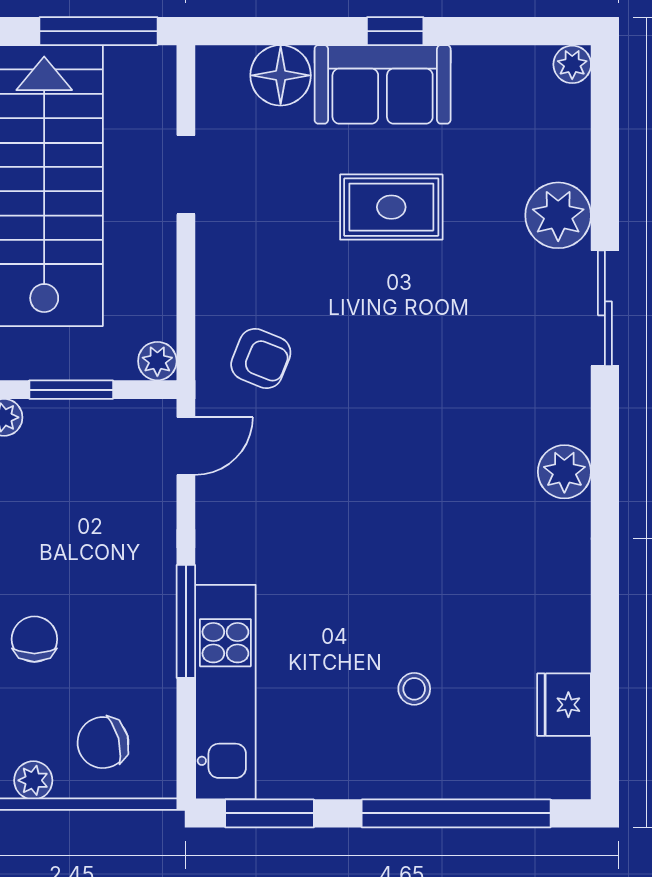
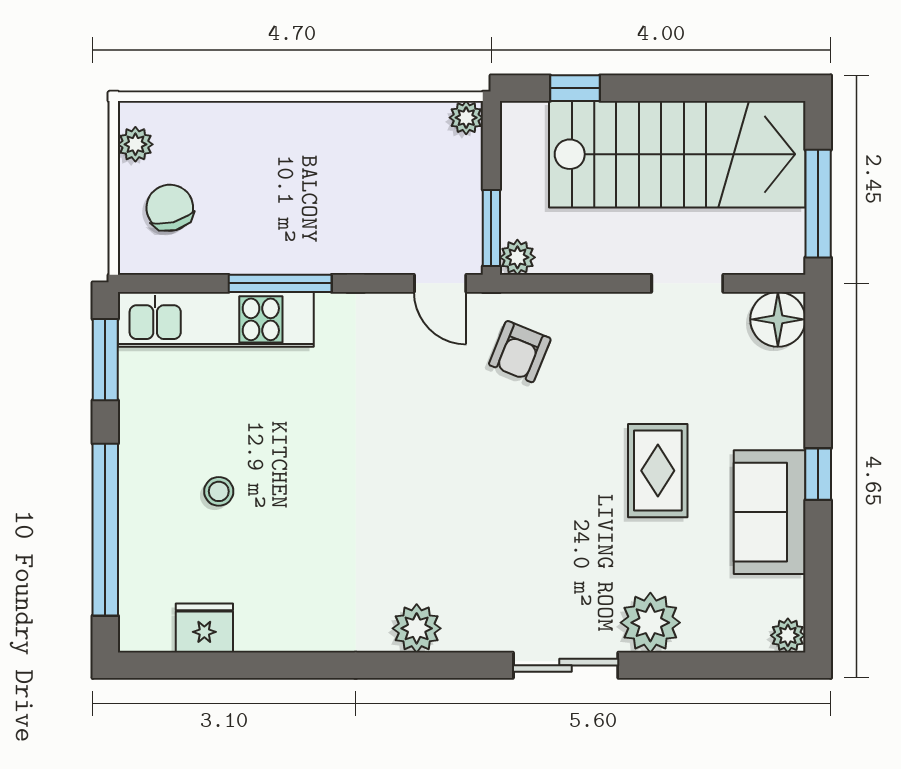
floor lamp: (281, 75) -> (778, 319), moved
sofa: (383, 84) -> (770, 512), moved
window: (71, 390) -> (491, 228), moved
chair: (34, 639) -> (264, 145), removed

